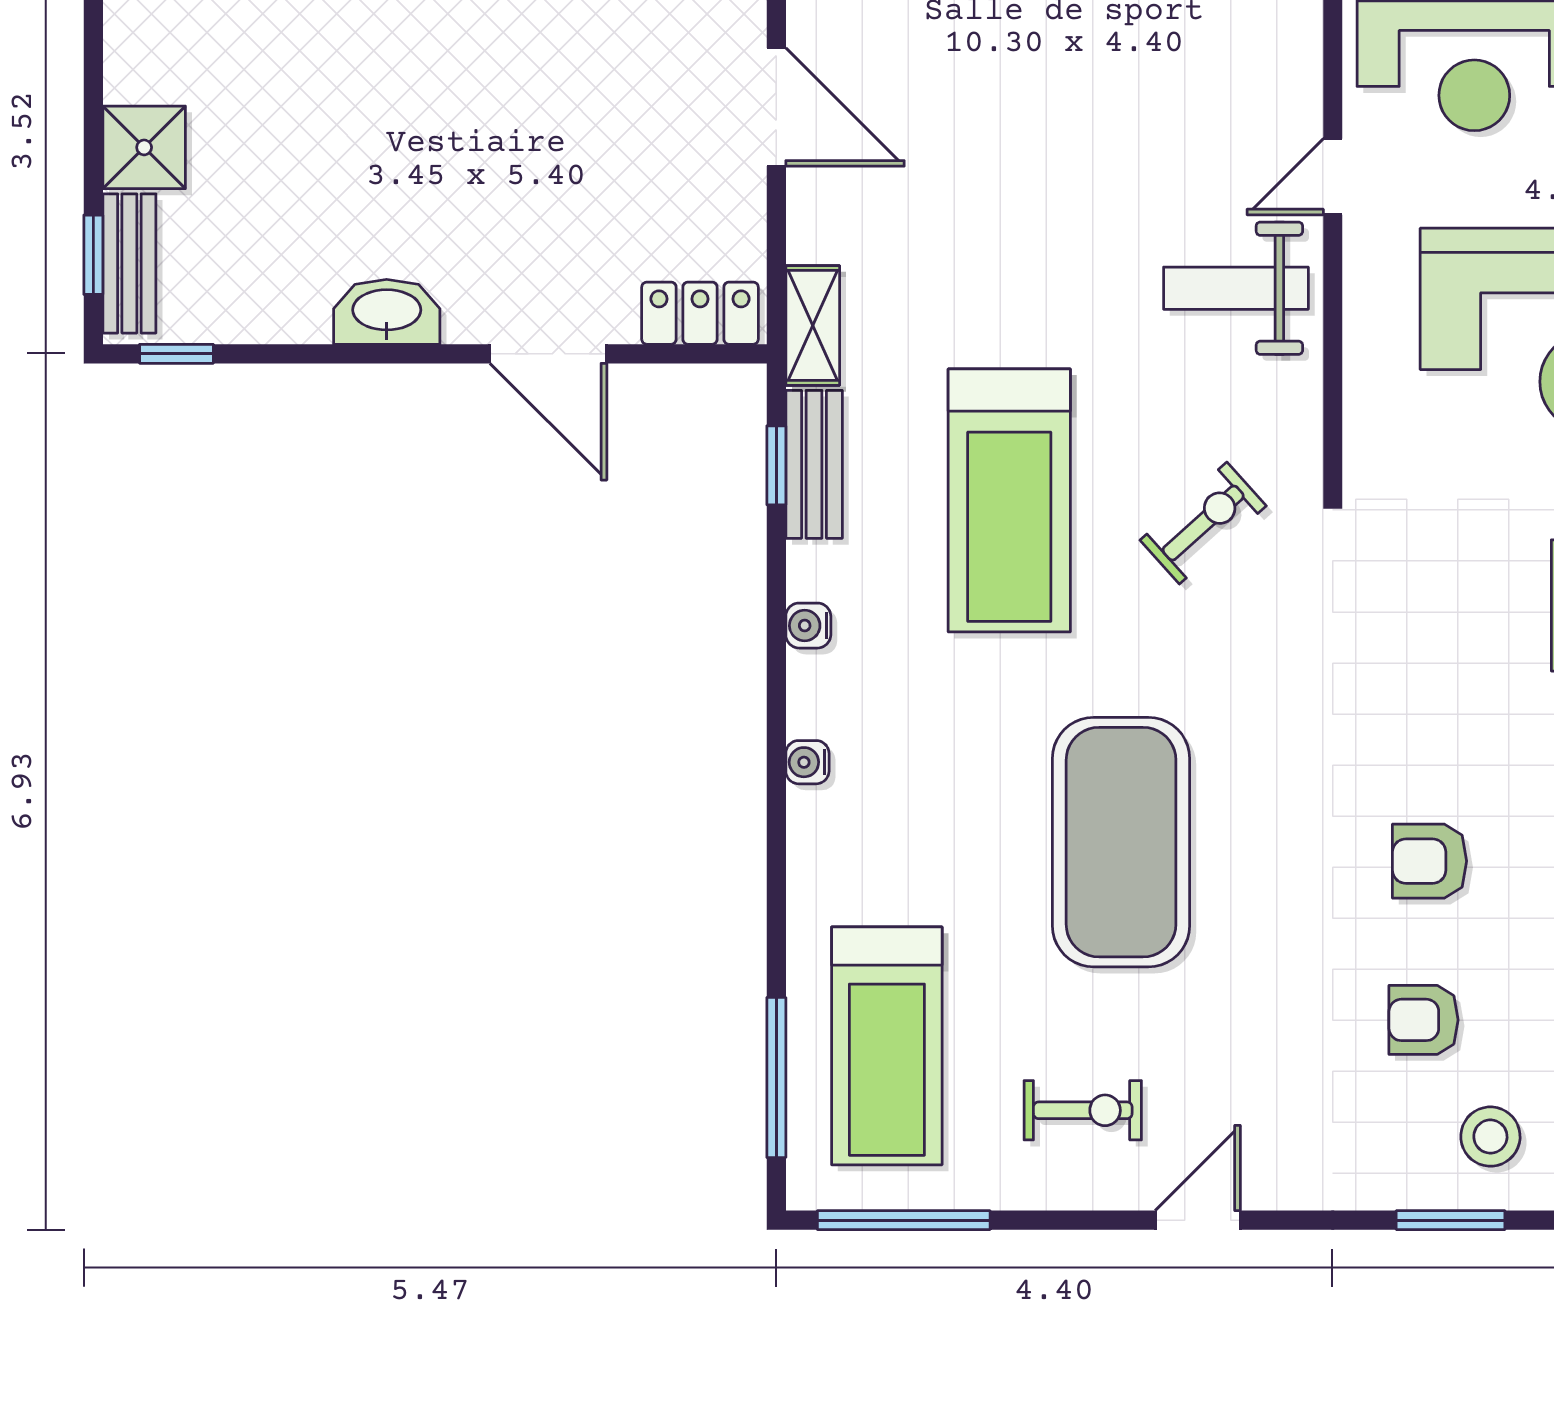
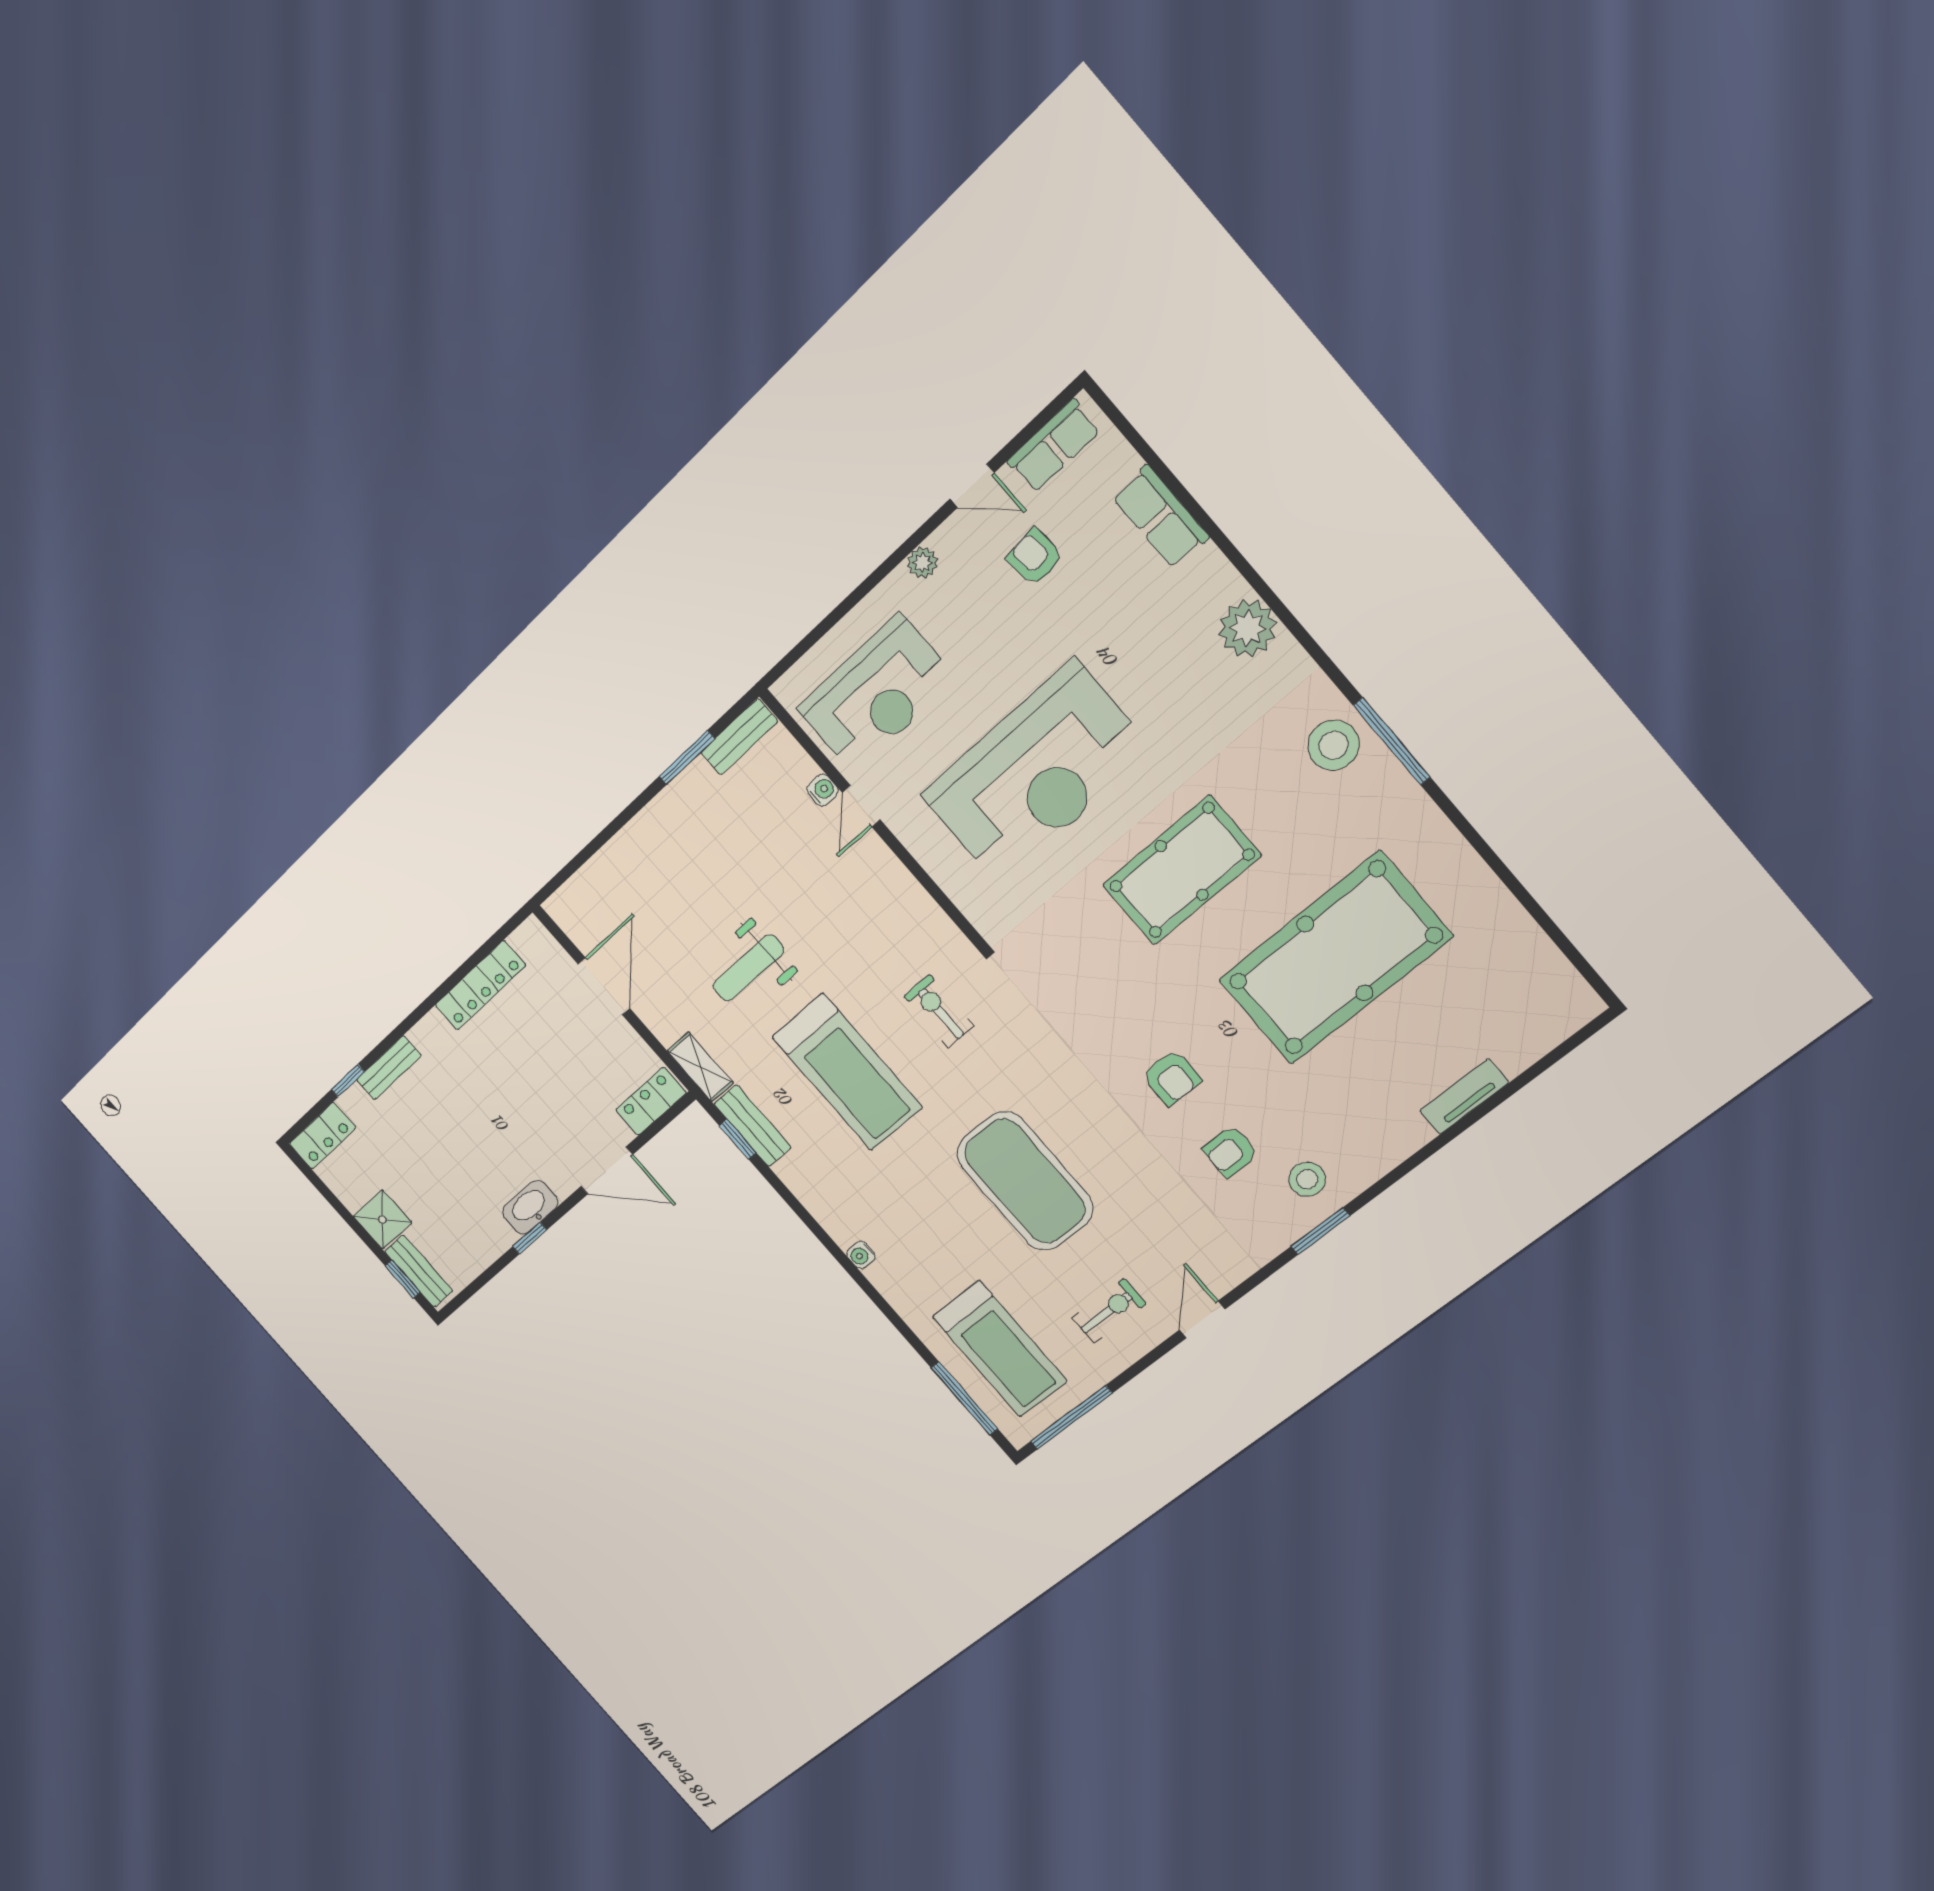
door: (776, 107) -> (604, 986), hinge flipped
weight bench: (1236, 288) -> (748, 968), moved
window: (176, 354) -> (530, 1238), moved
exercise bike: (1203, 523) -> (939, 1011), turned -48
water cooler: (808, 626) -> (823, 790), moved, turned 180
armchair: (1430, 861) -> (1172, 1078), turned -90

